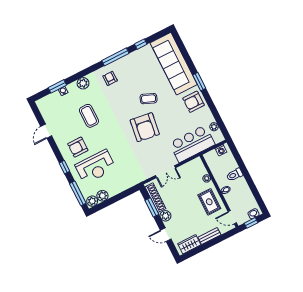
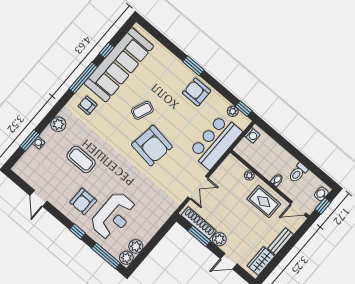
sofa: (174, 64) -> (119, 65), moved, turned -90
armchair: (194, 102) -> (197, 92), turned 90
window: (223, 128) -> (244, 109), added
toilet: (235, 175) -> (298, 173), moved

